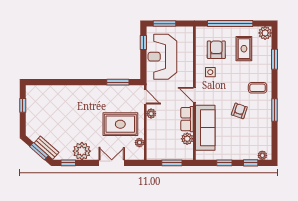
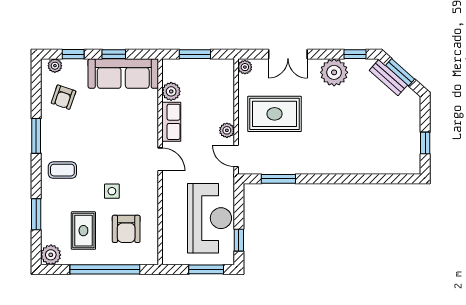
side table: (210, 72) -> (112, 191), moved
armchair: (239, 111) -> (64, 97), moved
sofa: (205, 128) -> (123, 74), moved, turned -90
plant: (139, 143) -> (245, 67), moved

